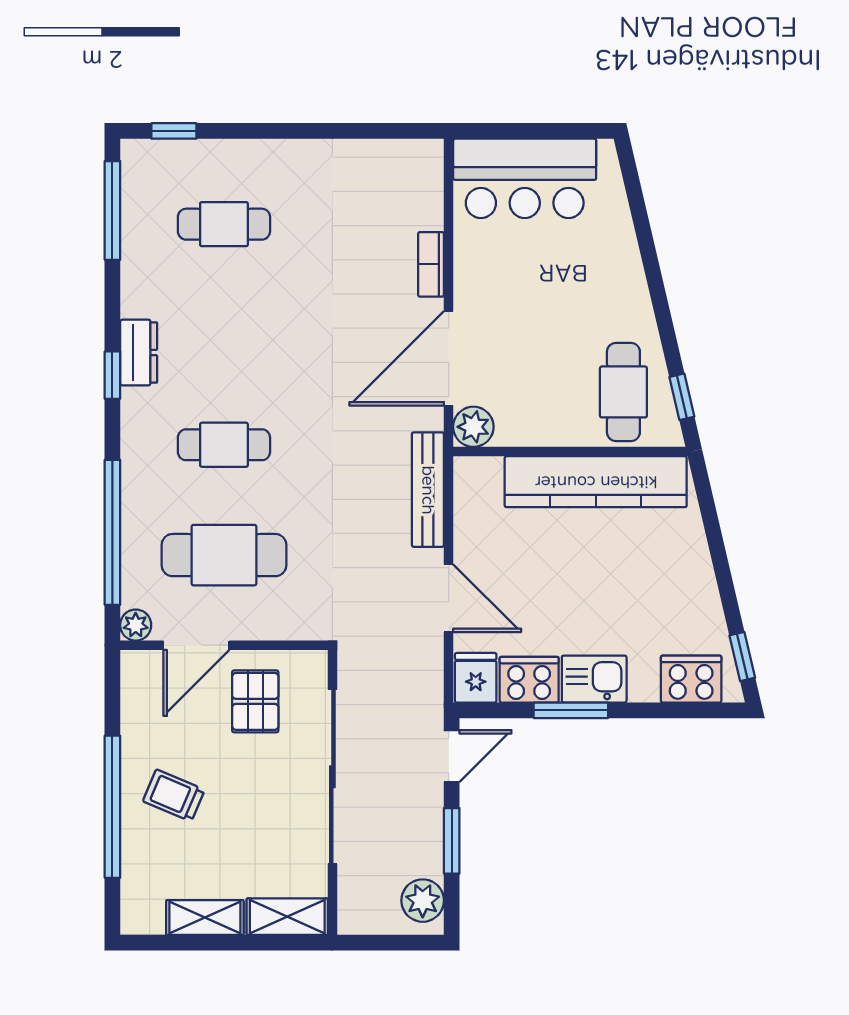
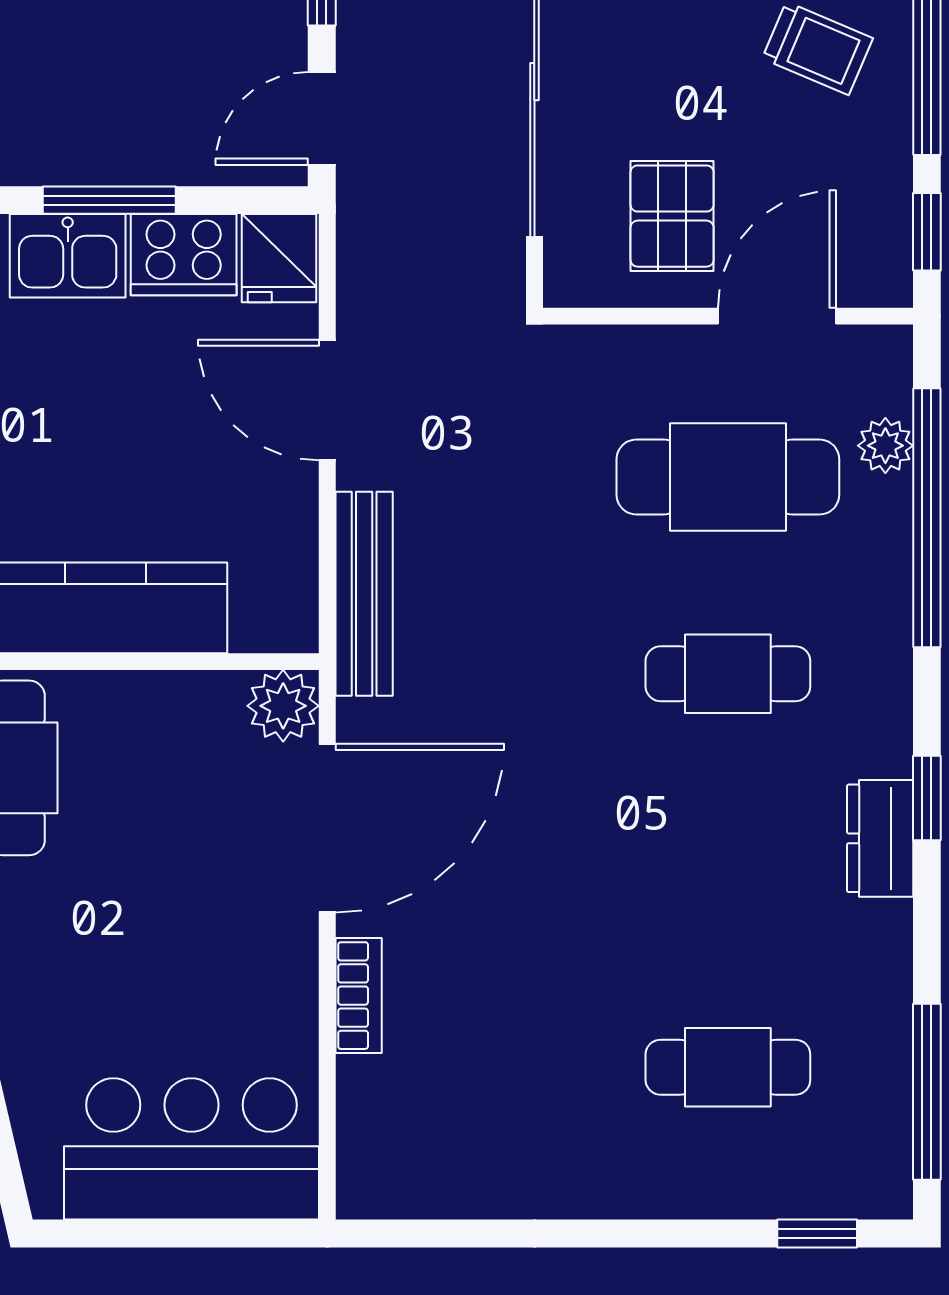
plant: (136, 625) -> (885, 446), moved
window: (112, 693) -> (927, 232), added

